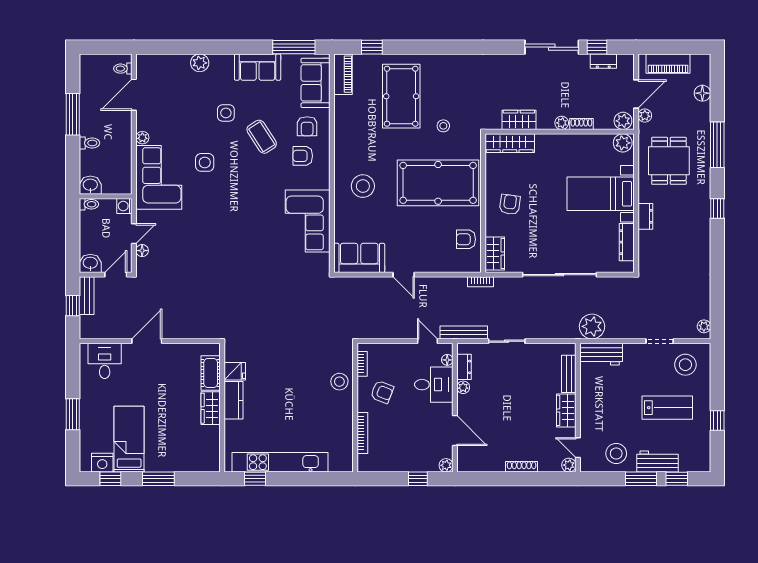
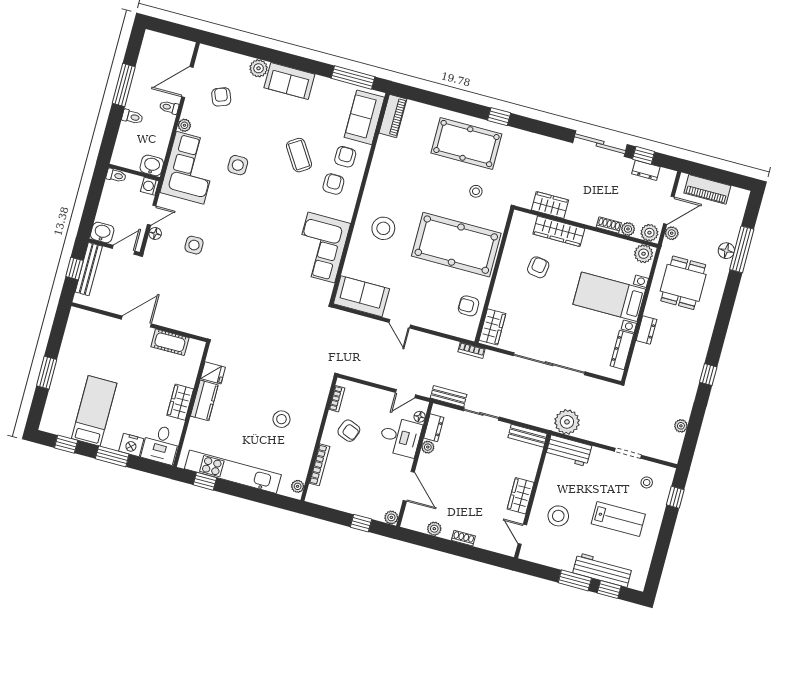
window: (372, 47) -> (499, 117), moved
sofa: (258, 67) -> (289, 81), moved
toilet: (123, 69) -> (169, 107), moved
floor lamp: (702, 93) -> (726, 251), moved
pool table: (401, 96) -> (466, 144), moved, turned 90
armchair: (171, 100) -> (221, 97), added
side table: (226, 113) -> (194, 245), moved
plant: (562, 123) -> (628, 229), moved
armchair: (307, 126) -> (345, 157), turned 180
wardrobe: (510, 143) -> (559, 231), moved
window: (717, 145) -> (742, 249), moved
armchair: (303, 156) -> (333, 184), turned 90
washbasin: (90, 185) -> (152, 165), moved
armchair: (510, 204) -> (538, 267), moved
window: (717, 209) -> (708, 375), moved
bench: (87, 296) -> (89, 269), width x1.36
plant: (704, 326) -> (681, 426), moved
bench: (464, 332) -> (449, 396), width x0.73
door: (427, 341) -> (405, 394), swing flipped
desk: (105, 361) -> (161, 444), moved, turned 180
stool: (685, 365) -> (647, 482), width x0.53, depth x0.53
cot: (211, 373) -> (170, 342), moved, turned 90
bench: (569, 374) -> (527, 436), moved, turned 90
stool: (339, 382) -> (281, 419), moved
window: (717, 421) -> (675, 497), moved
stool: (616, 453) -> (558, 516), moved
plant: (347, 459) -> (298, 486), added
workbench: (657, 461) -> (602, 570), width x1.38
nightstand: (102, 463) -> (131, 445), moved
plant: (569, 465) -> (434, 529), moved
shoe rack: (522, 467) -> (463, 538), width x0.70

